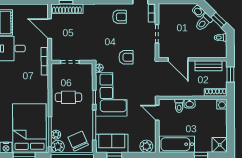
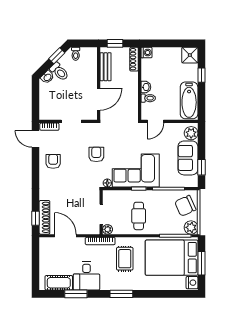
door: (50, 29) -> (65, 236), swing flipped
rug: (28, 84) -> (125, 259), added
plant: (56, 135) -> (107, 229), moved
sofa: (112, 143) -> (188, 158), moved

